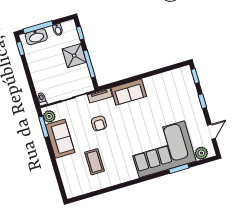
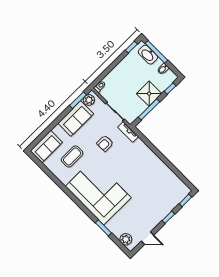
sofa: (129, 92) -> (46, 147), moved, turned -90
corner sofa: (162, 149) -> (98, 192), moved

